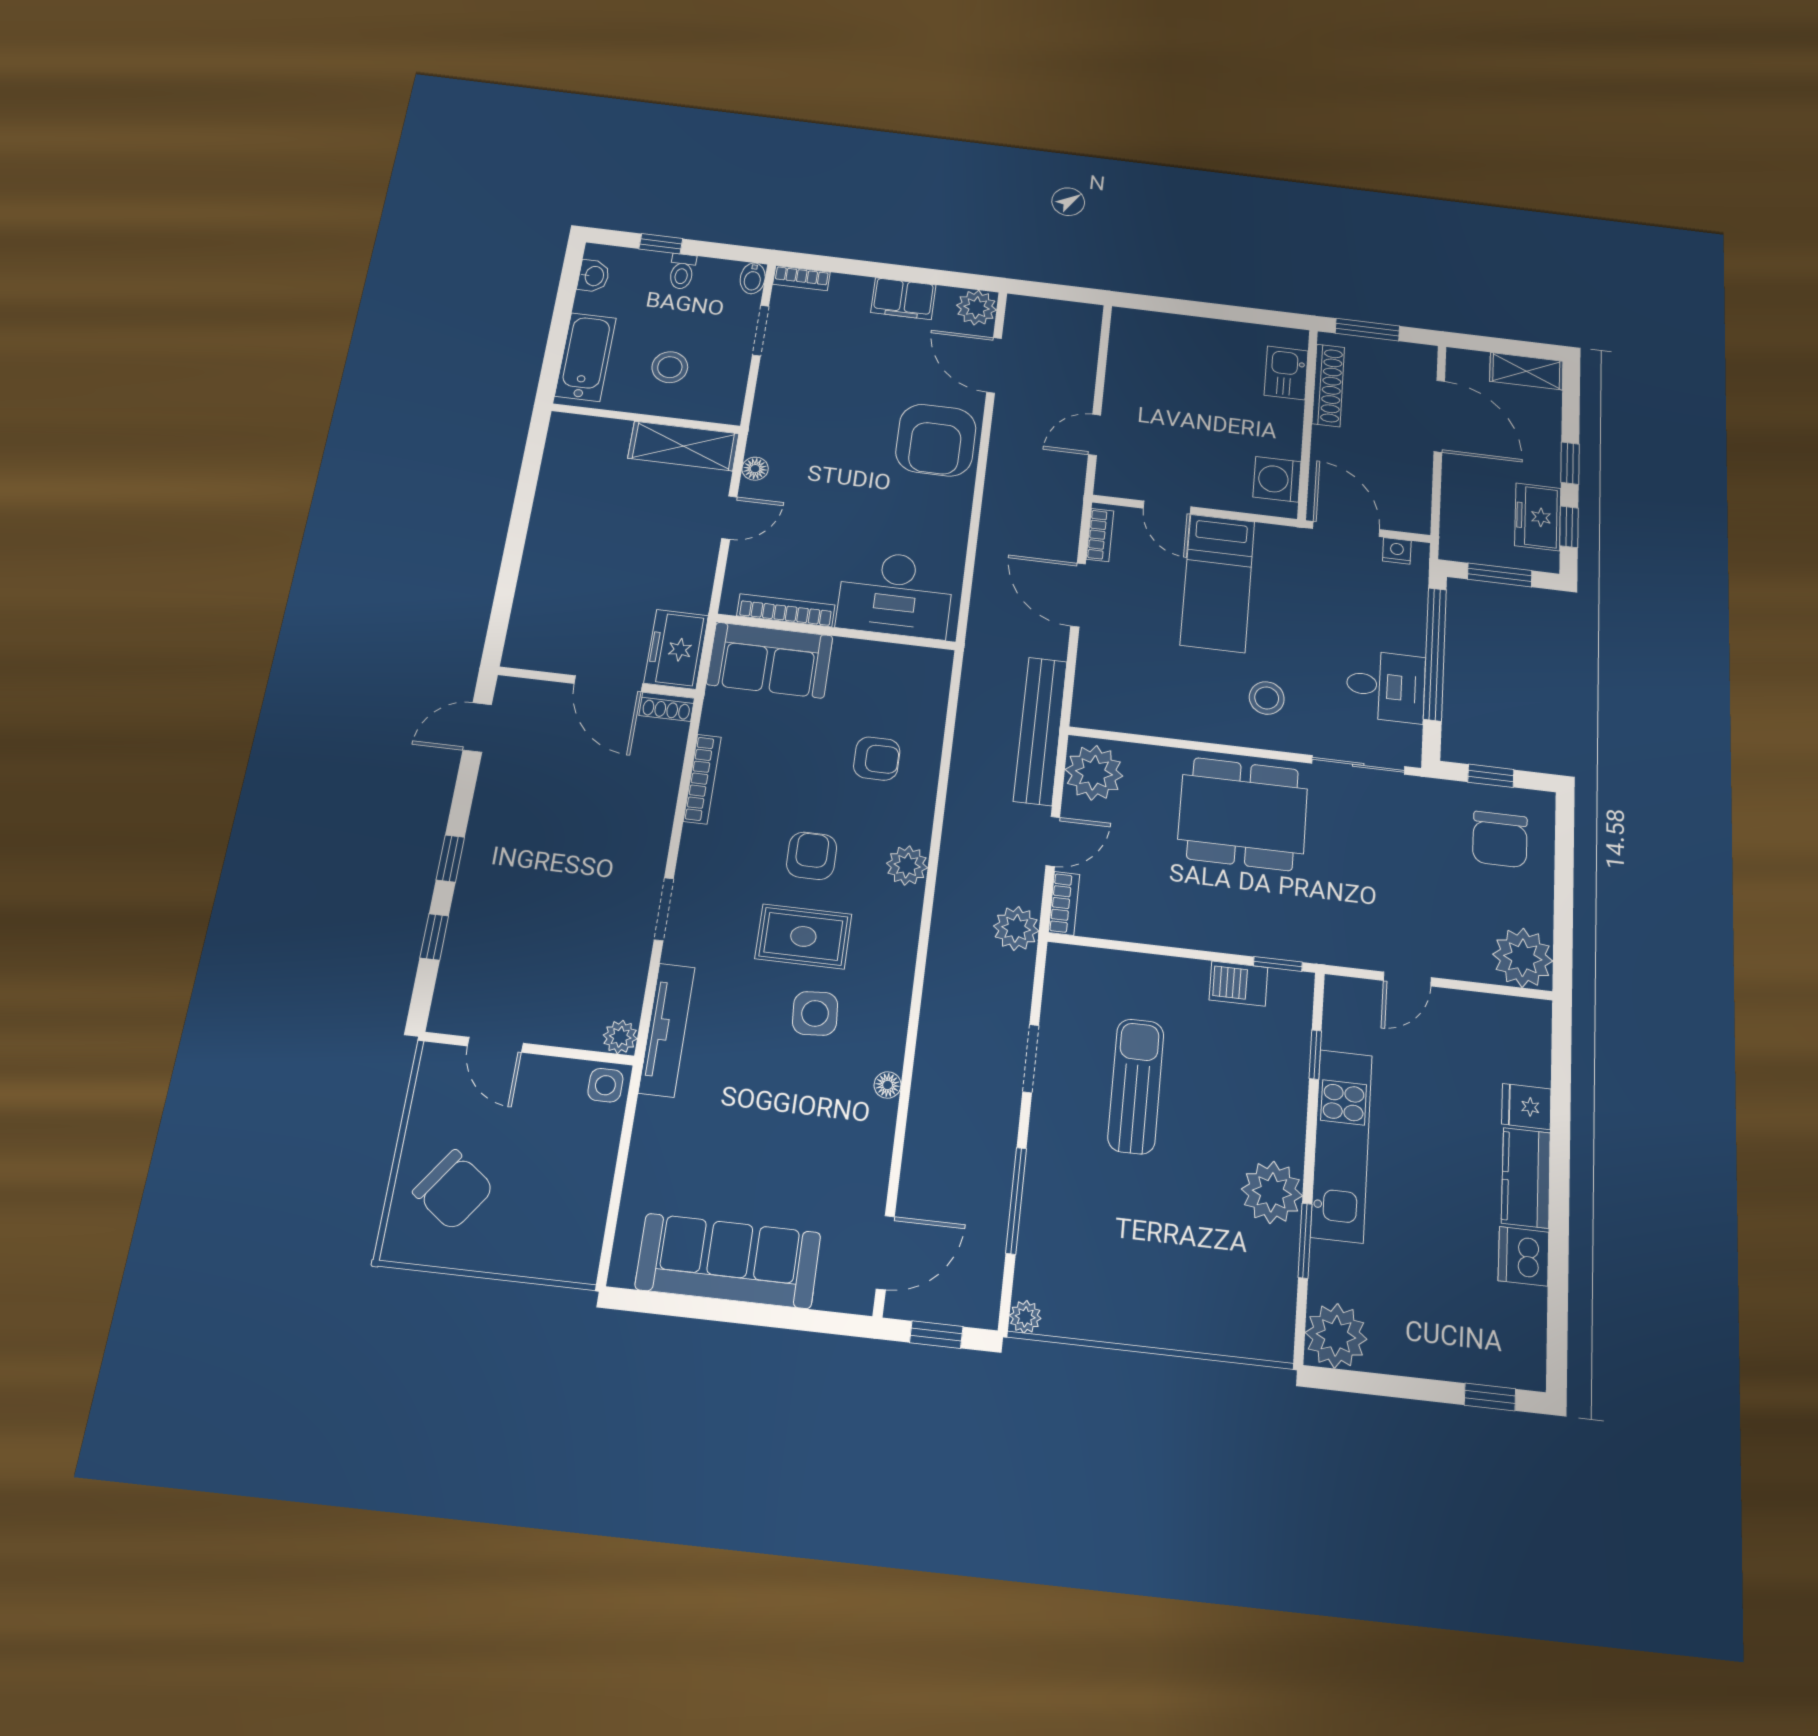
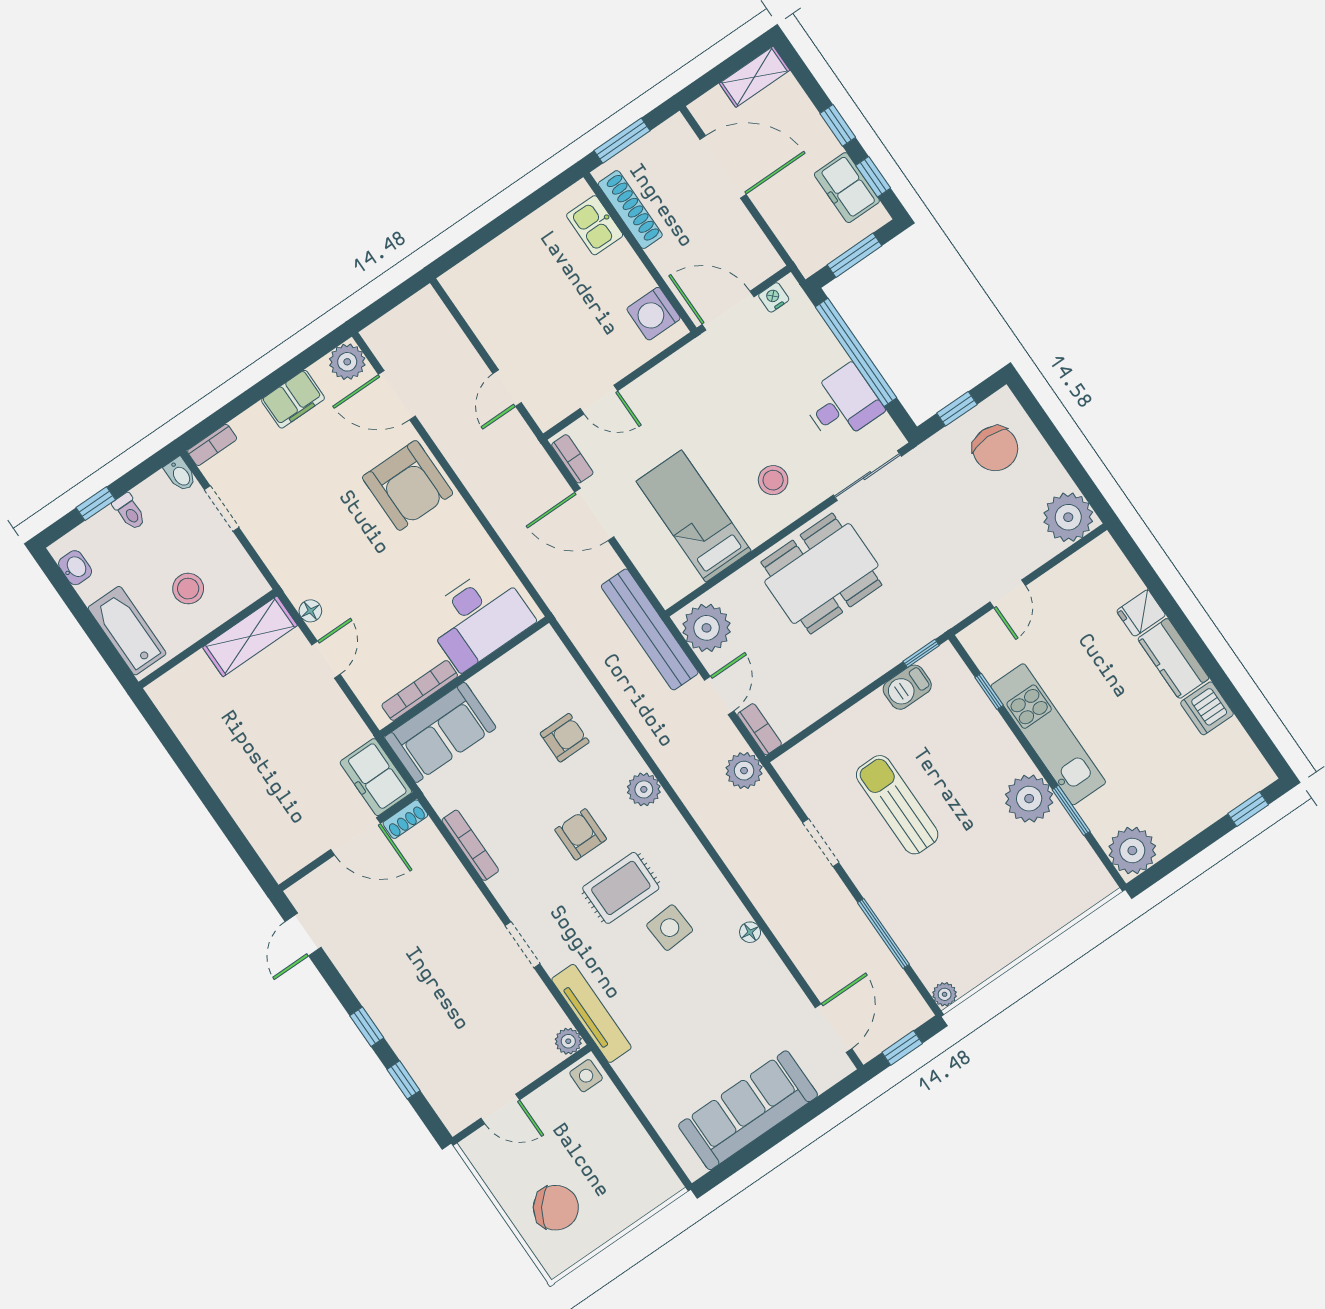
bed: (1218, 583) -> (694, 516), moved, turned 180

